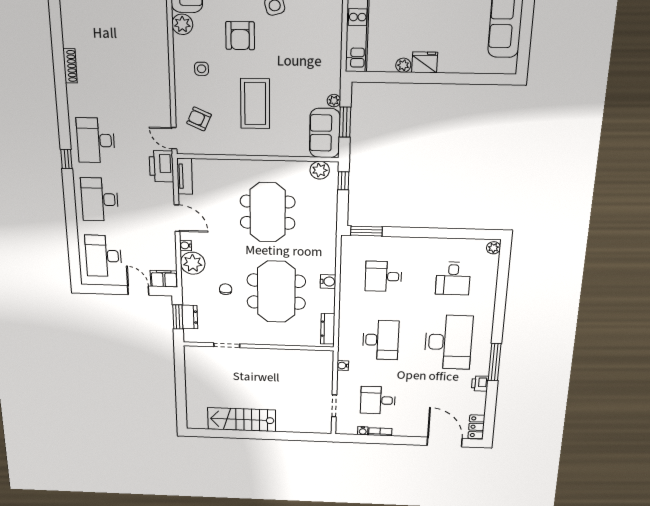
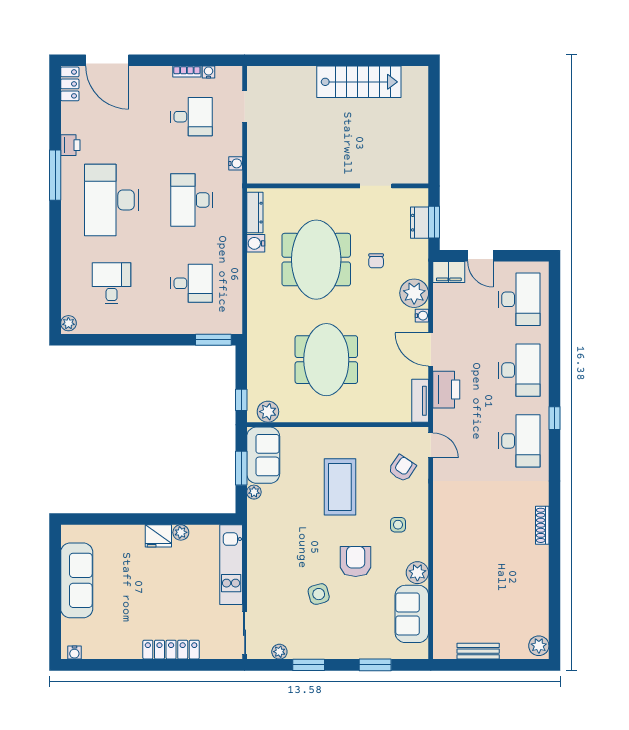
armchair: (199, 119) -> (402, 468), turned -80
printer: (161, 166) -> (446, 390), moved
water cooler: (328, 282) -> (256, 243), moved

